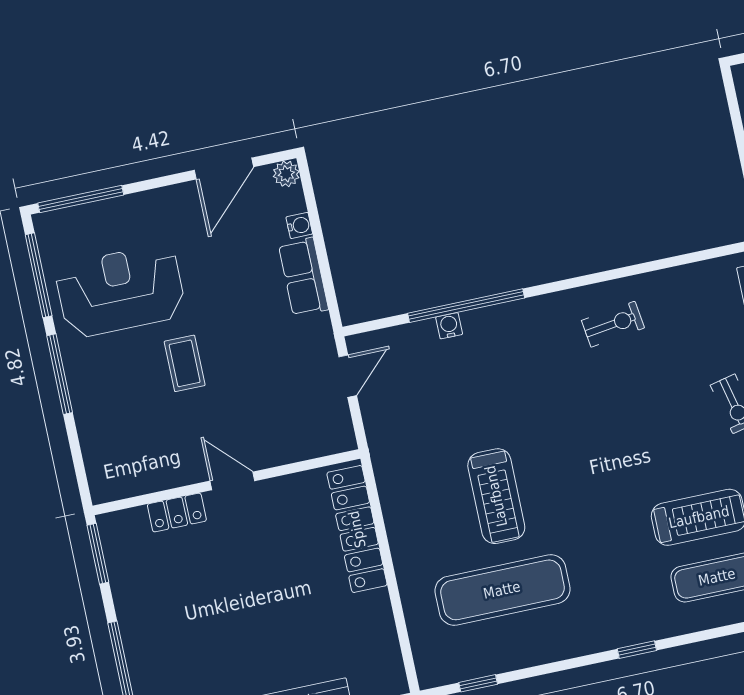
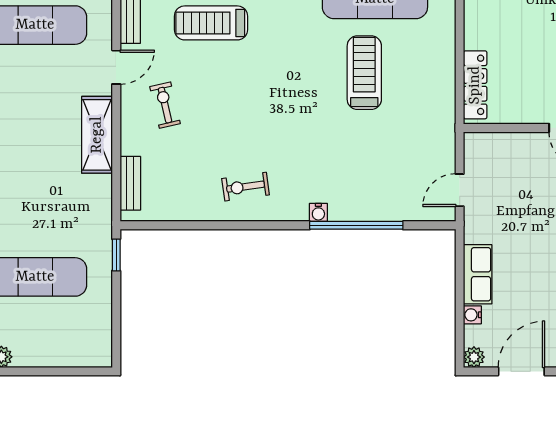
water cooler: (449, 326) -> (318, 212), moved
locker: (357, 529) -> (475, 85), width x0.71, depth x0.83

